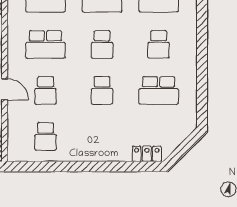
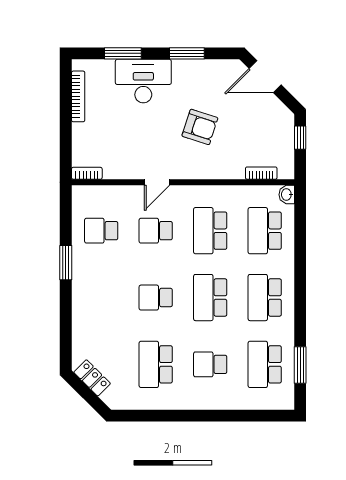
school desk: (102, 44) -> (210, 298), width x1.85
locker: (147, 154) -> (92, 378), moved, turned -45
window: (72, 167) -> (66, 263), added

